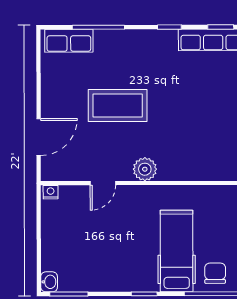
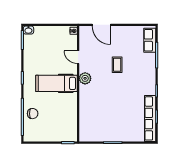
coffee table: (118, 106) -> (117, 65), width x0.54, depth x0.58
hospital bed: (177, 251) -> (57, 83), moved, turned 180

